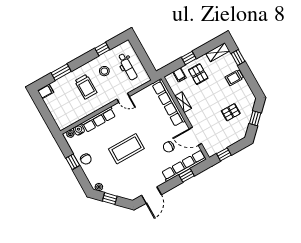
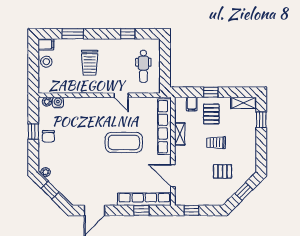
stool: (104, 71) -> (46, 62), moved
trolley: (234, 78) -> (216, 143), moved
row of seats: (99, 120) -> (84, 103), removed
chair: (169, 147) -> (139, 171), removed
coffee table: (126, 149) -> (124, 142), moved

